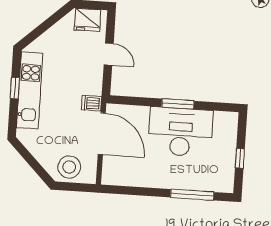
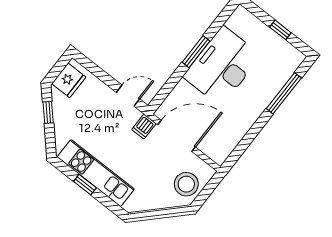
window: (52, 21) -> (48, 112), added
door: (109, 54) -> (128, 96), moved

